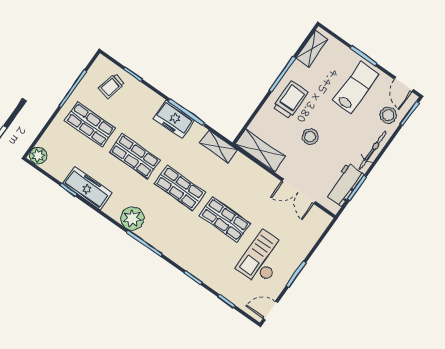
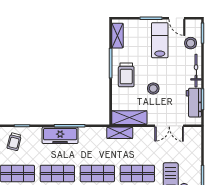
door: (404, 84) -> (177, 18), moved
trolley: (291, 100) -> (126, 75), turned 180
freezer: (174, 119) -> (60, 135), width x1.40
shelving: (219, 147) -> (120, 133), moved

